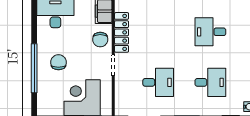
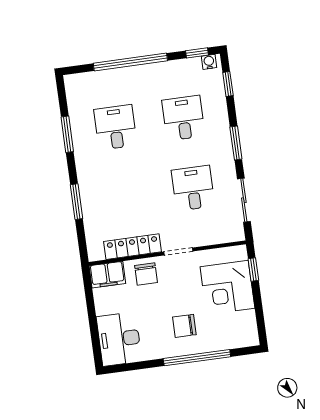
desk: (210, 32) -> (115, 127), turned 180
chair: (100, 39) -> (146, 274), turned 90

